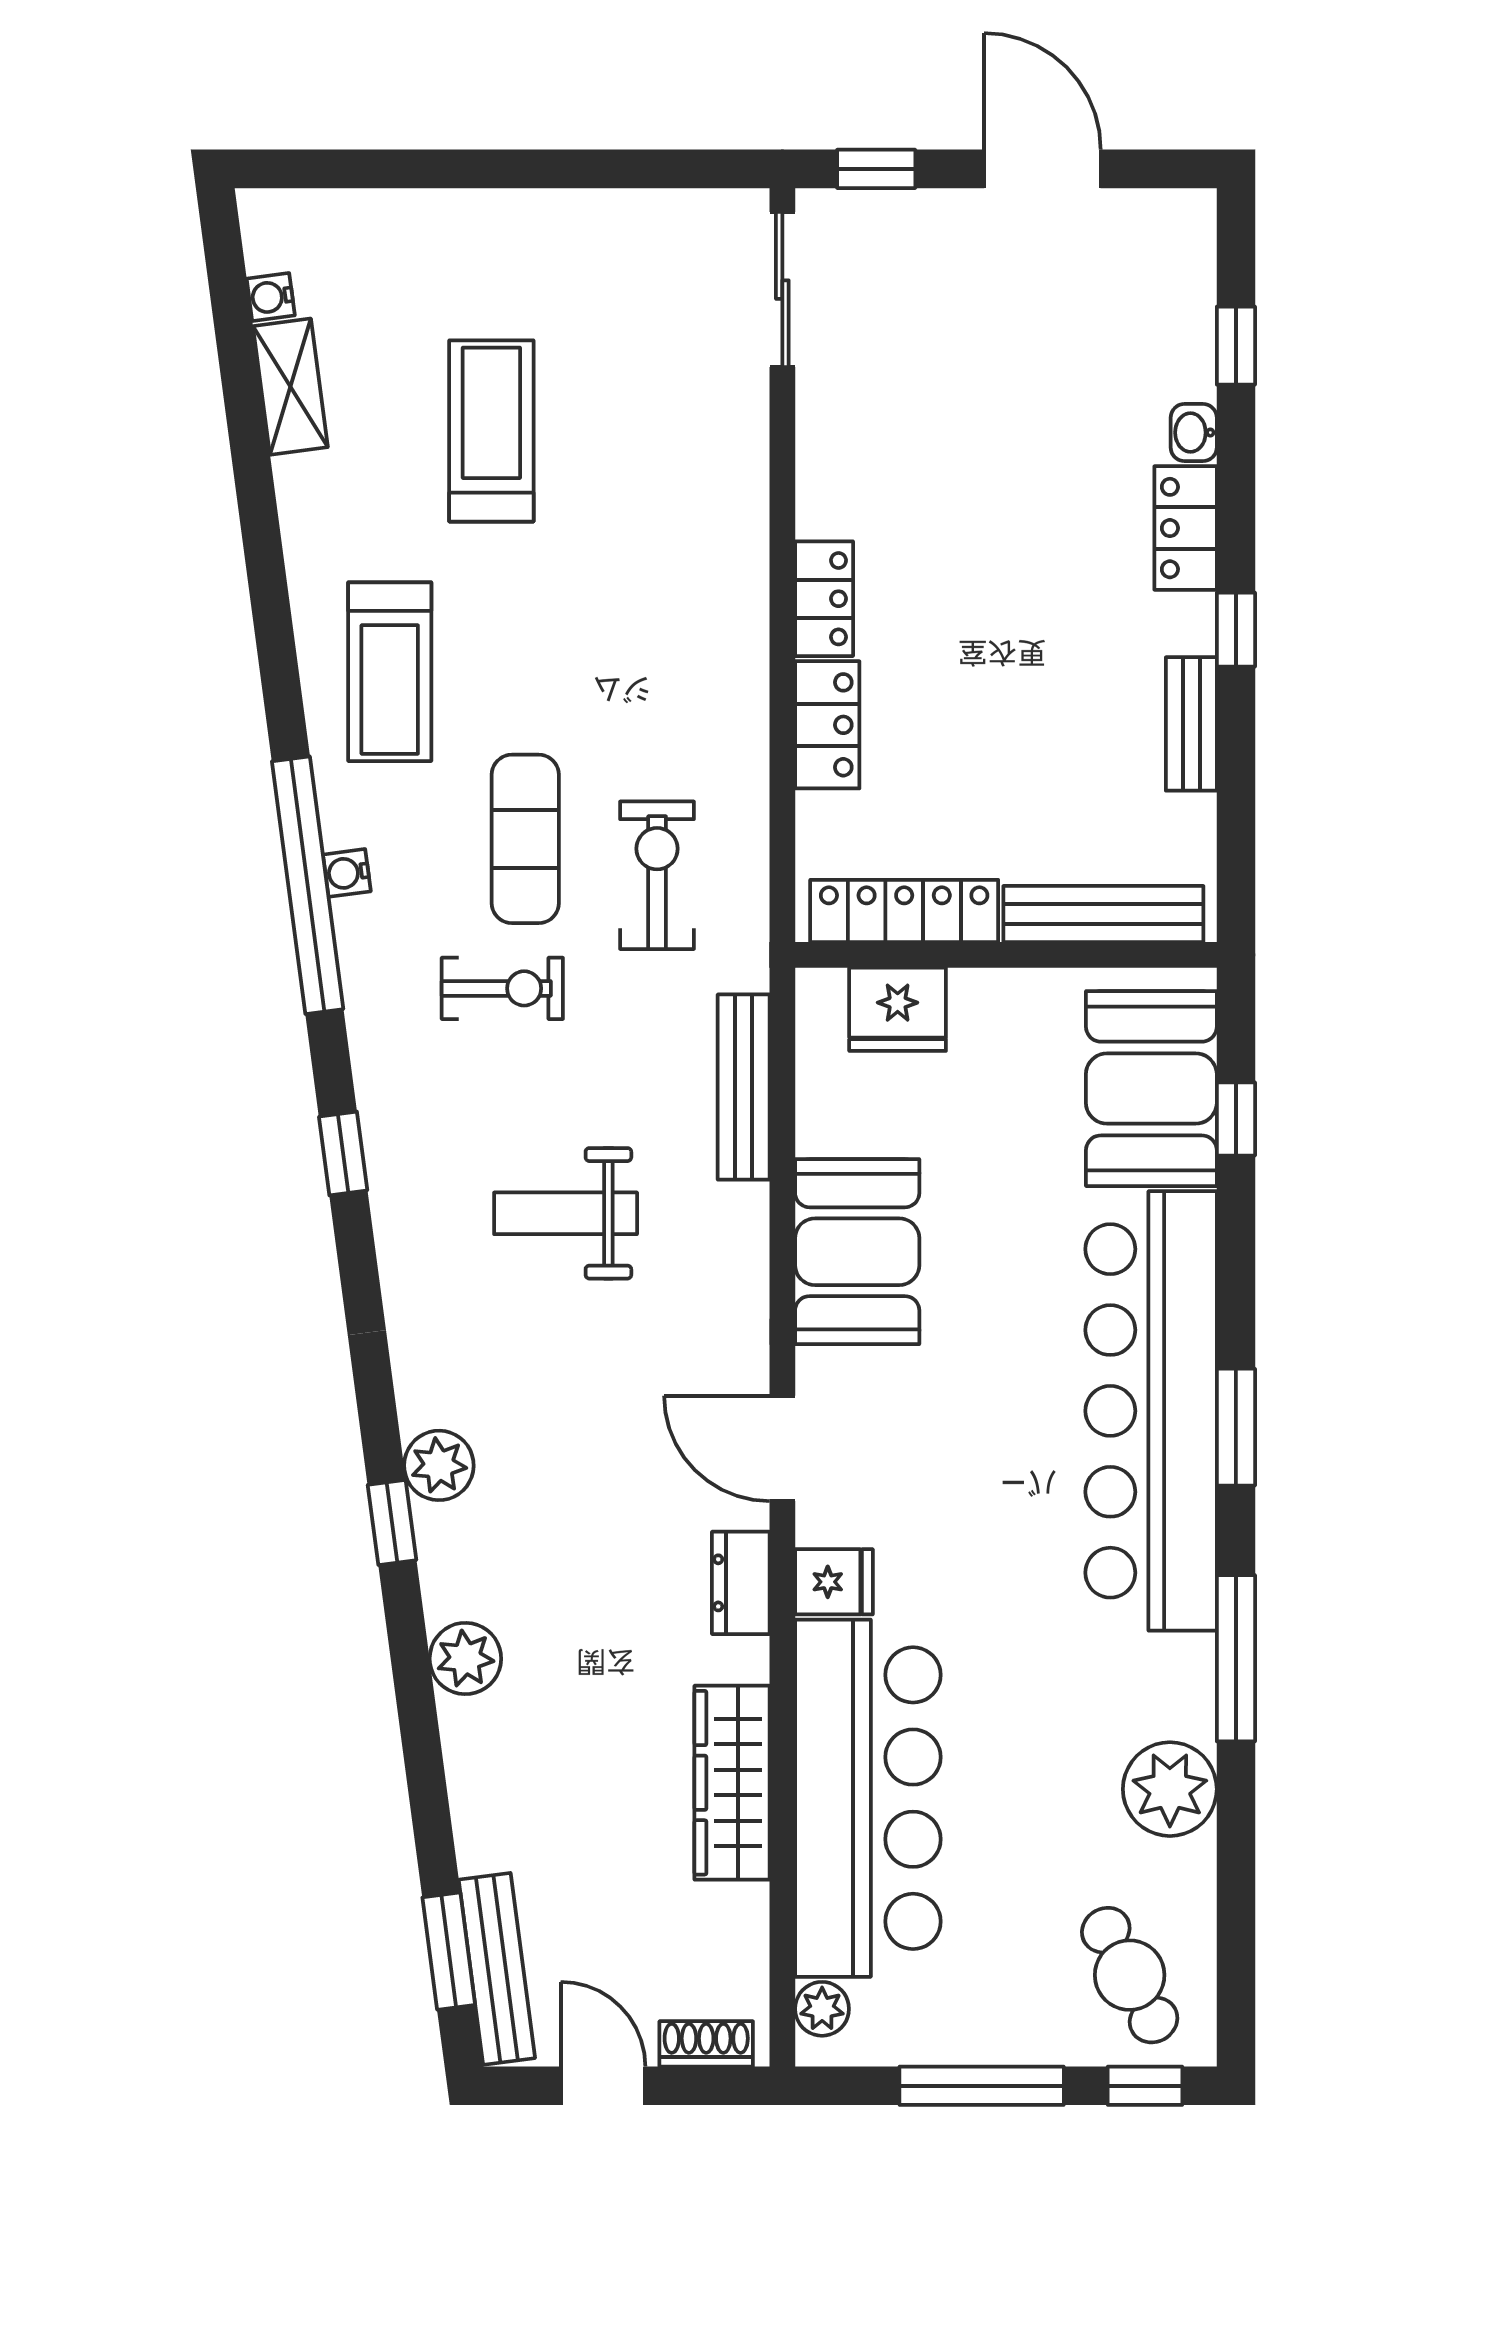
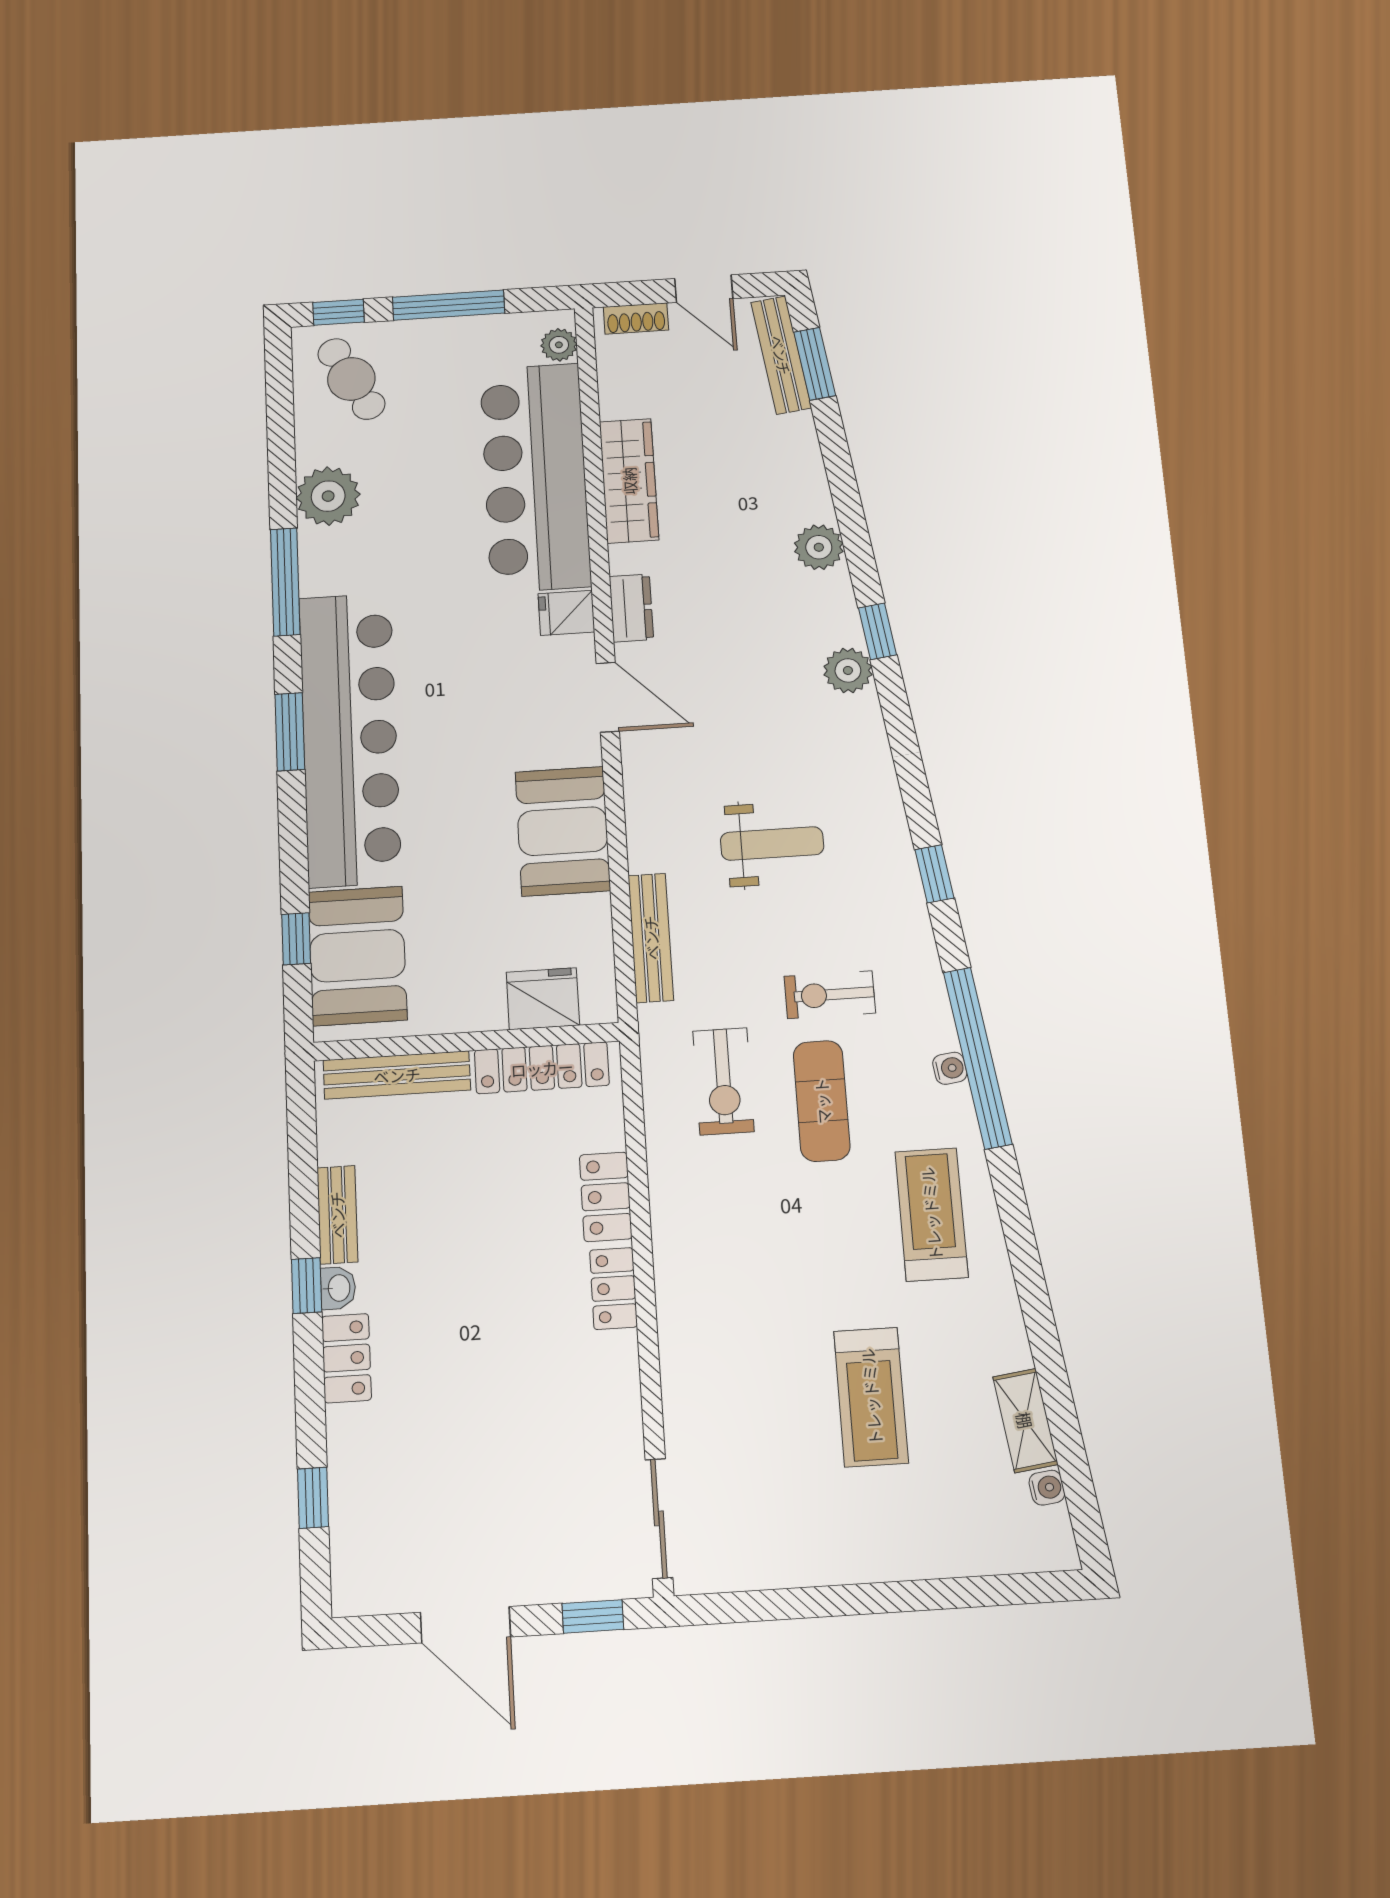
washbasin: (1194, 433) -> (338, 1288), moved

